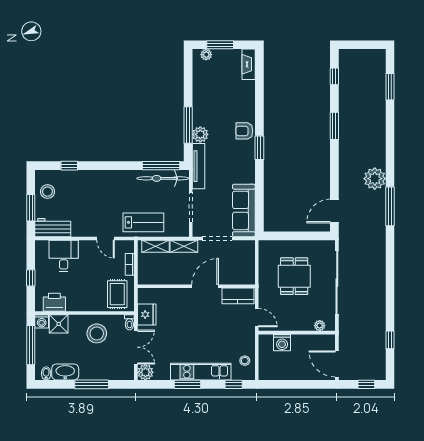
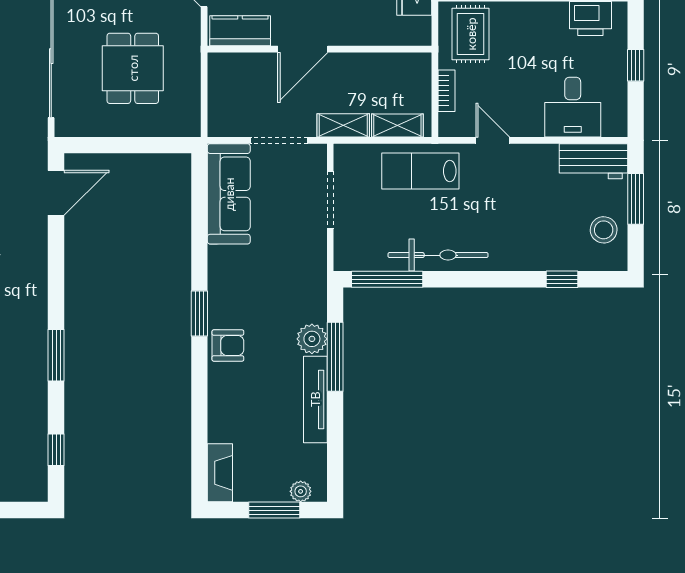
tv unit: (199, 166) -> (315, 399), moved
bicycle: (163, 178) -> (438, 255), moved

